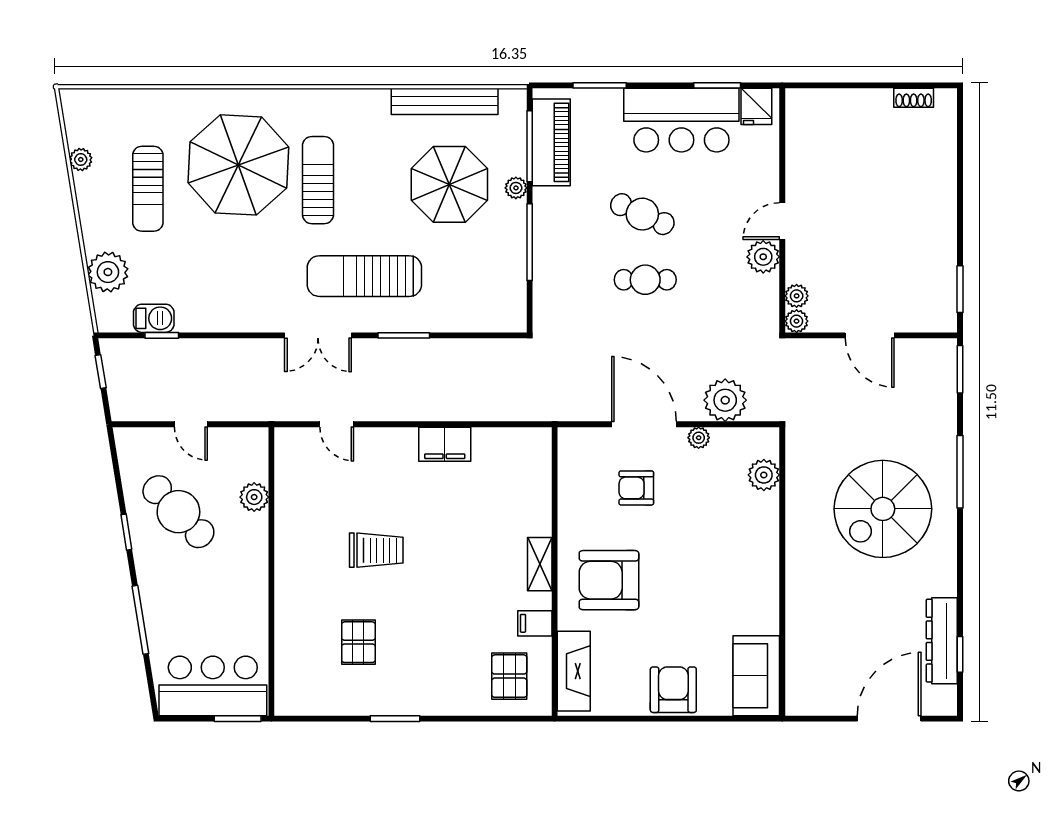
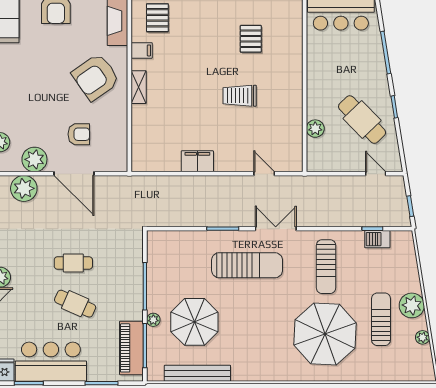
sun lounger: (318, 180) -> (326, 267), moved
plant: (108, 272) -> (412, 305), moved
door: (191, 424) -> (376, 174), moved
plant: (699, 438) -> (34, 159), width x1.88, depth x1.88
armchair: (609, 580) -> (96, 77), turned 145

